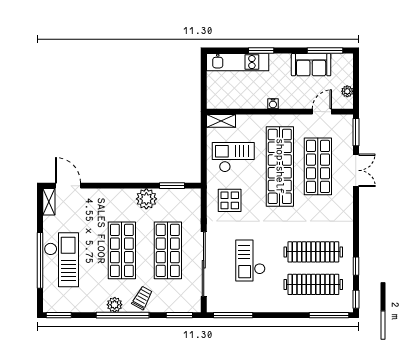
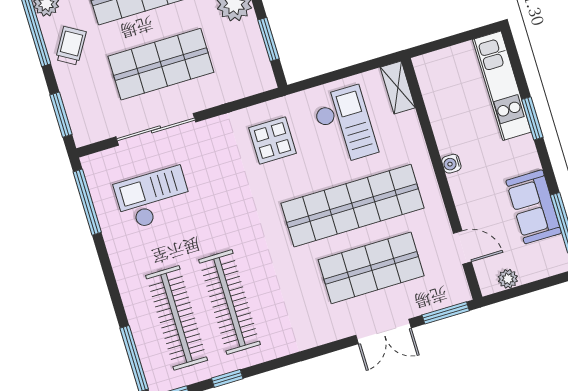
checkout: (250, 260) -> (153, 198), moved
sliding door: (204, 264) -> (156, 129), width x0.73
trolley: (142, 298) -> (71, 46), turned -88

